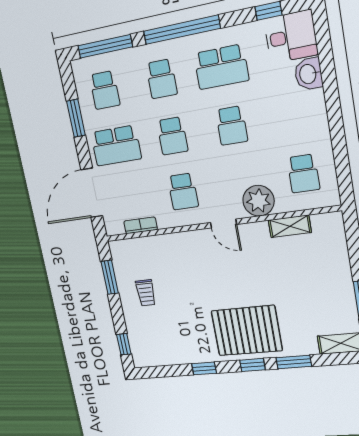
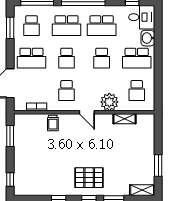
school desk: (162, 79) -> (67, 26), width x1.85
school desk: (294, 115) -> (137, 58), added
window: (76, 118) -> (10, 28), moved
trolley: (146, 293) -> (53, 123), moved
pallet: (247, 331) -> (89, 178), width x0.73, depth x0.71

